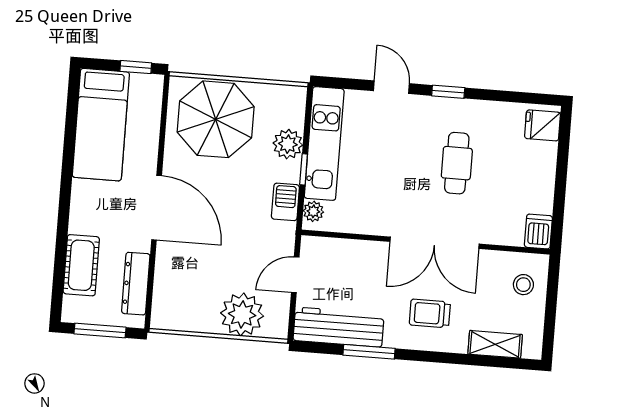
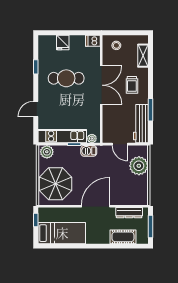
window: (448, 92) -> (36, 67), moved
fridge: (543, 125) -> (63, 43), moved
plant: (288, 144) -> (47, 152), moved
cafe table: (457, 163) -> (66, 78), width x1.37, depth x1.35

